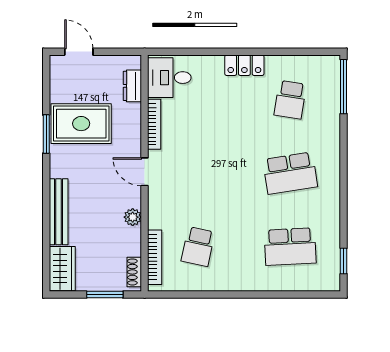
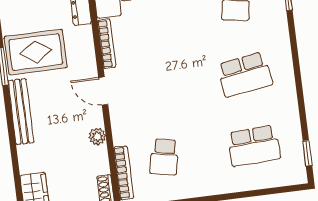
bench: (59, 212) -> (21, 112), moved

